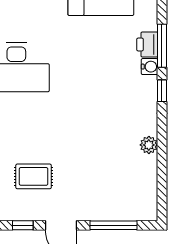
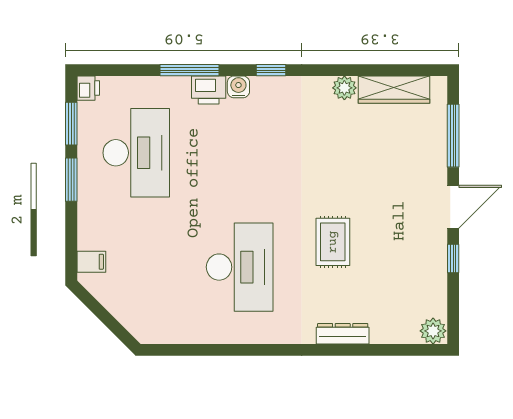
window: (162, 46) -> (189, 70), moved
rug: (34, 176) -> (333, 242), moved
wardrobe: (147, 182) -> (394, 90), added

